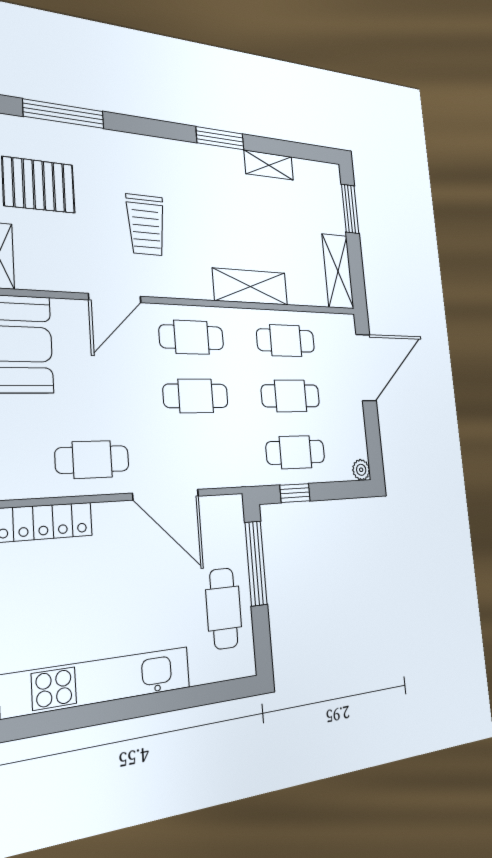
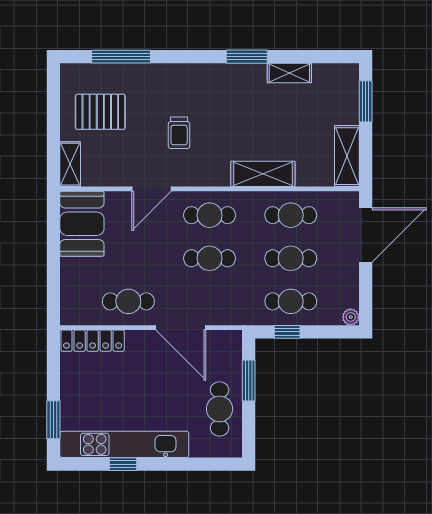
trolley: (146, 225) -> (179, 133), width x0.73, depth x0.72
window: (256, 563) -> (249, 380), width x0.69
window: (98, 714) -> (123, 464), added

